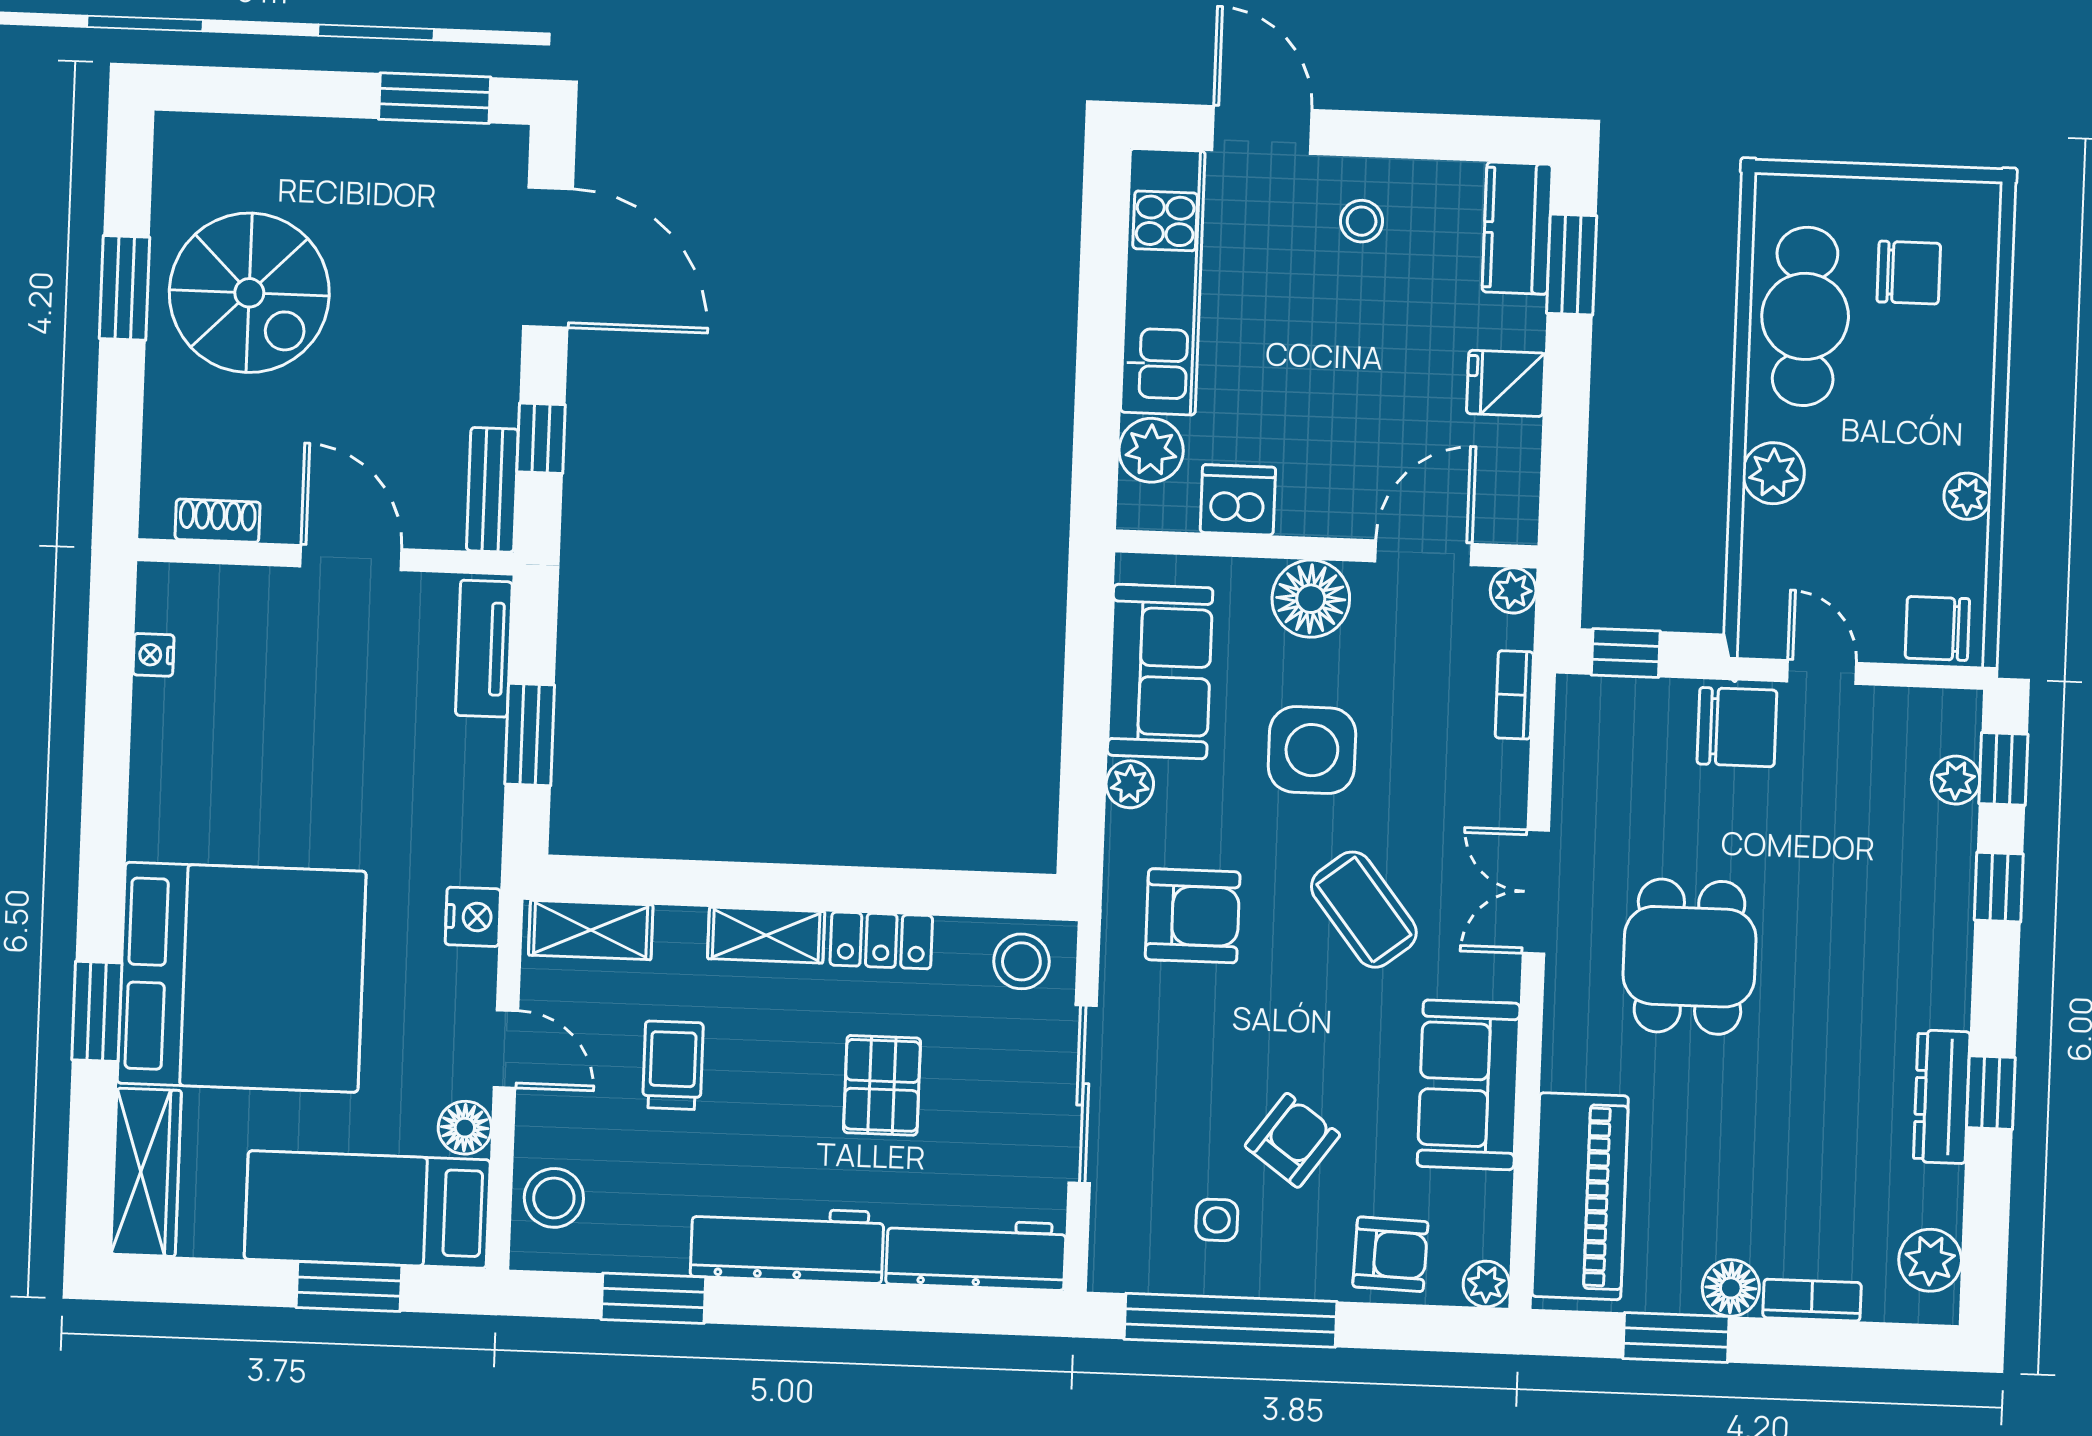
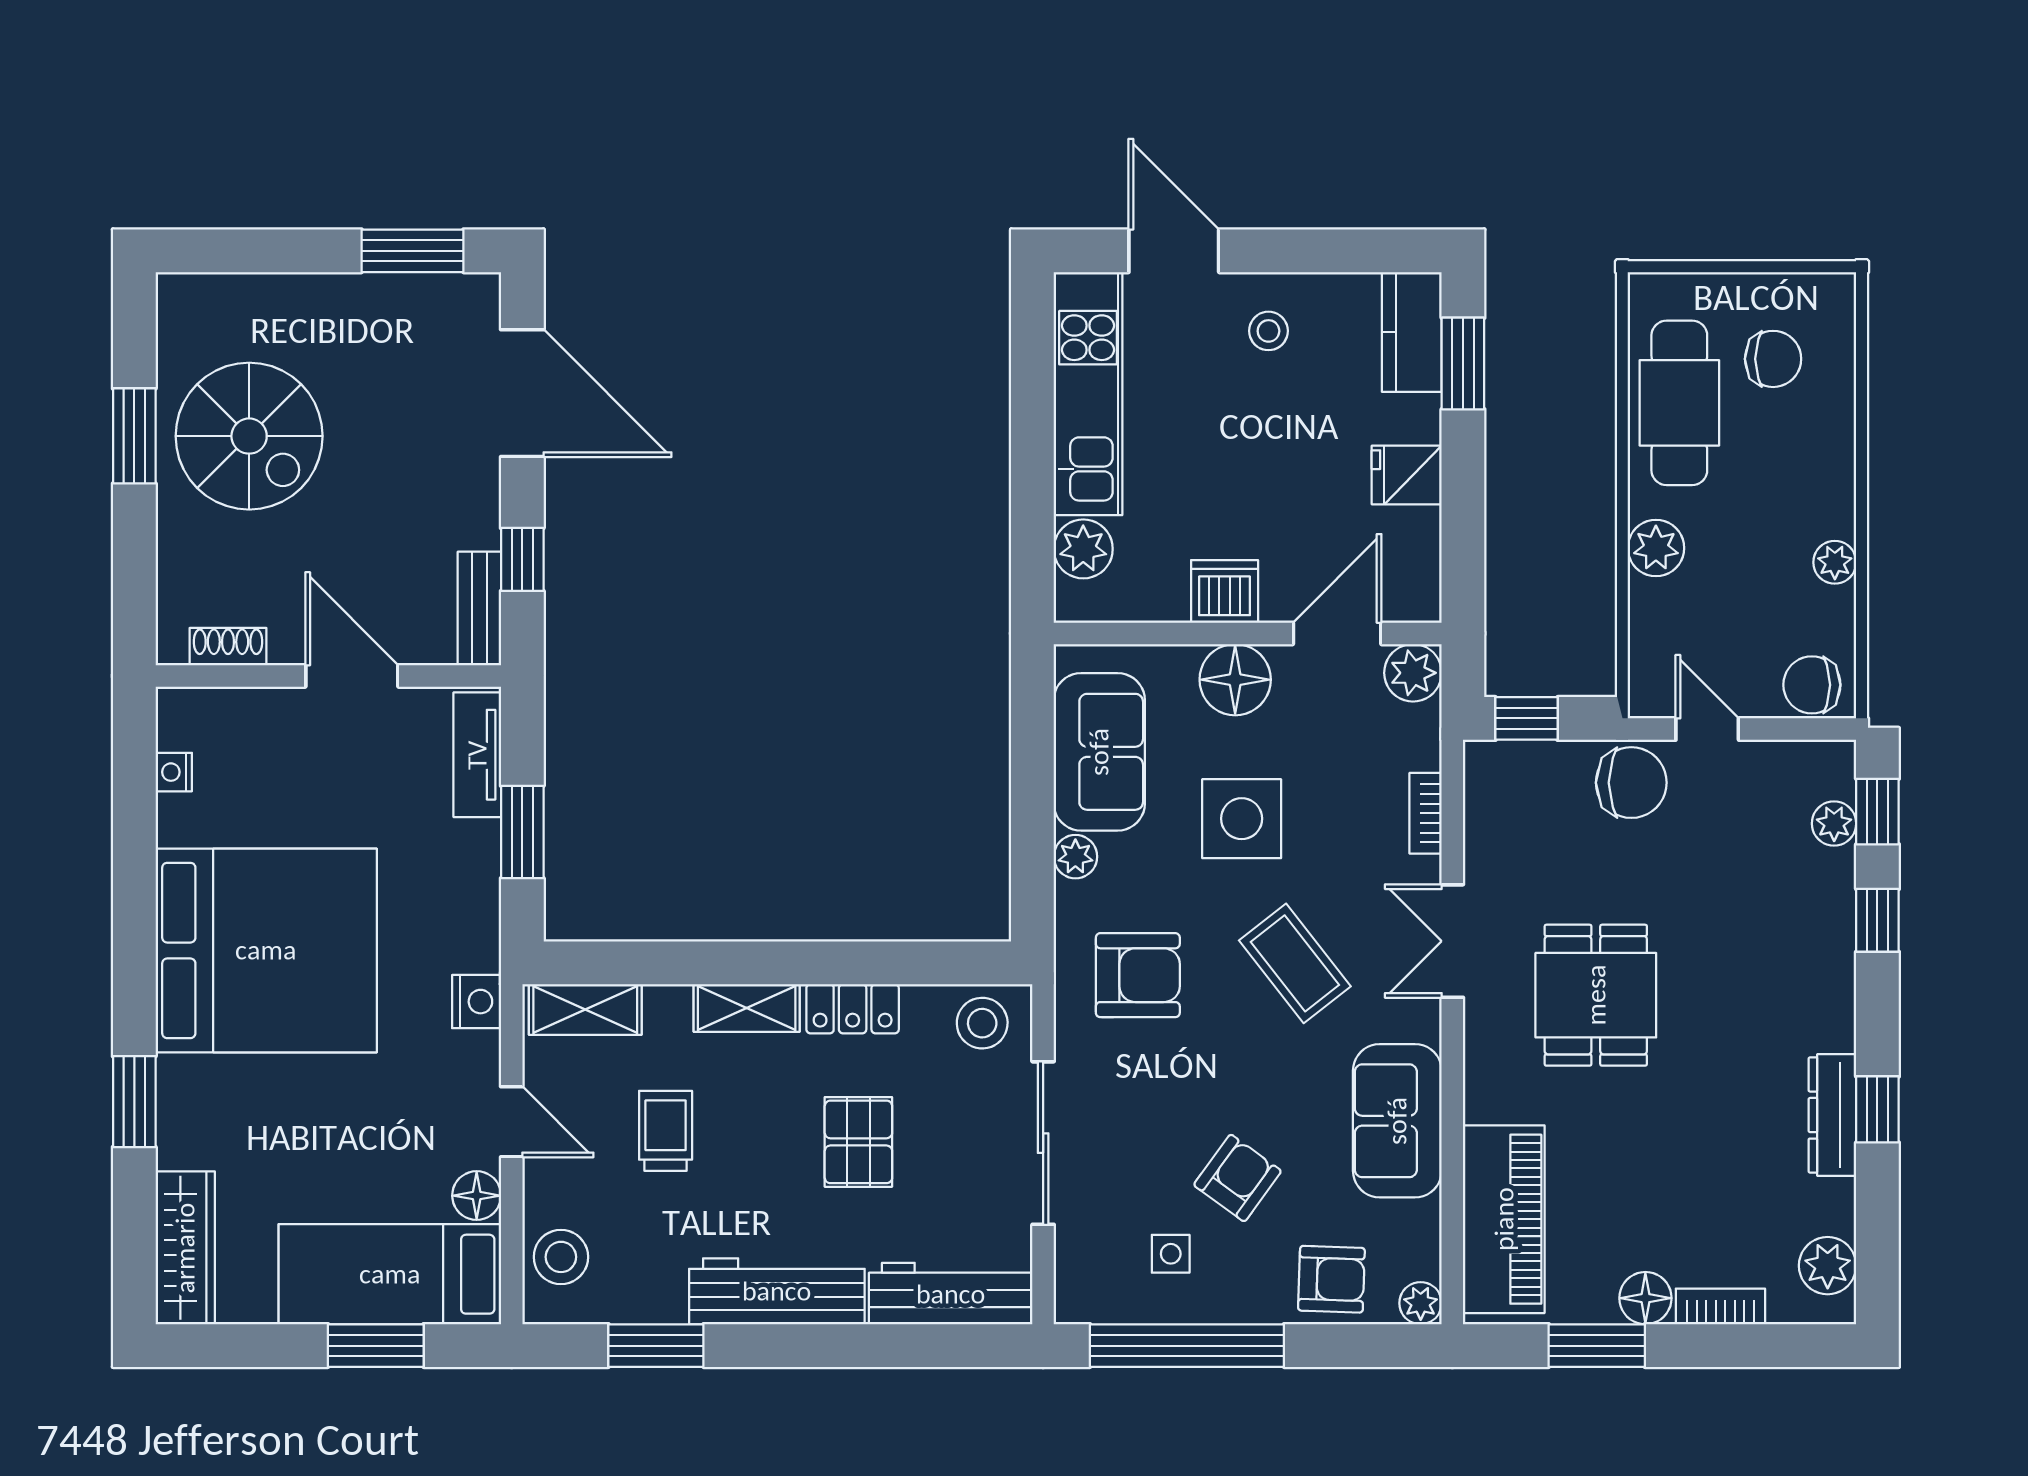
dishwasher: (1238, 500) -> (1225, 591), moved
plant: (1513, 590) -> (1413, 673), width x1.38, depth x1.38
bookcase: (1514, 695) -> (1426, 813), moved
bed: (242, 977) -> (266, 950), moved

